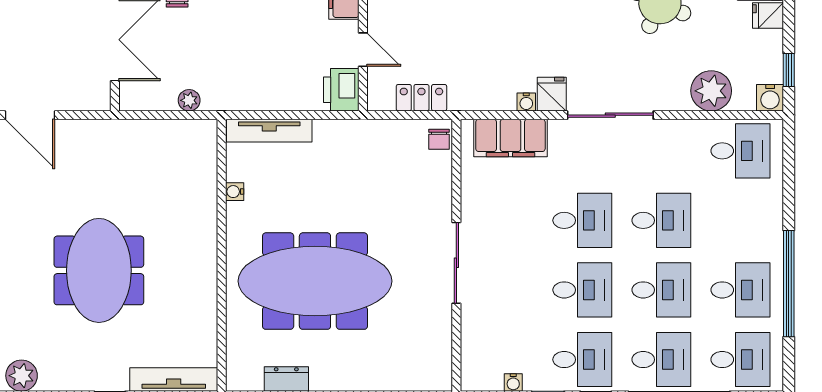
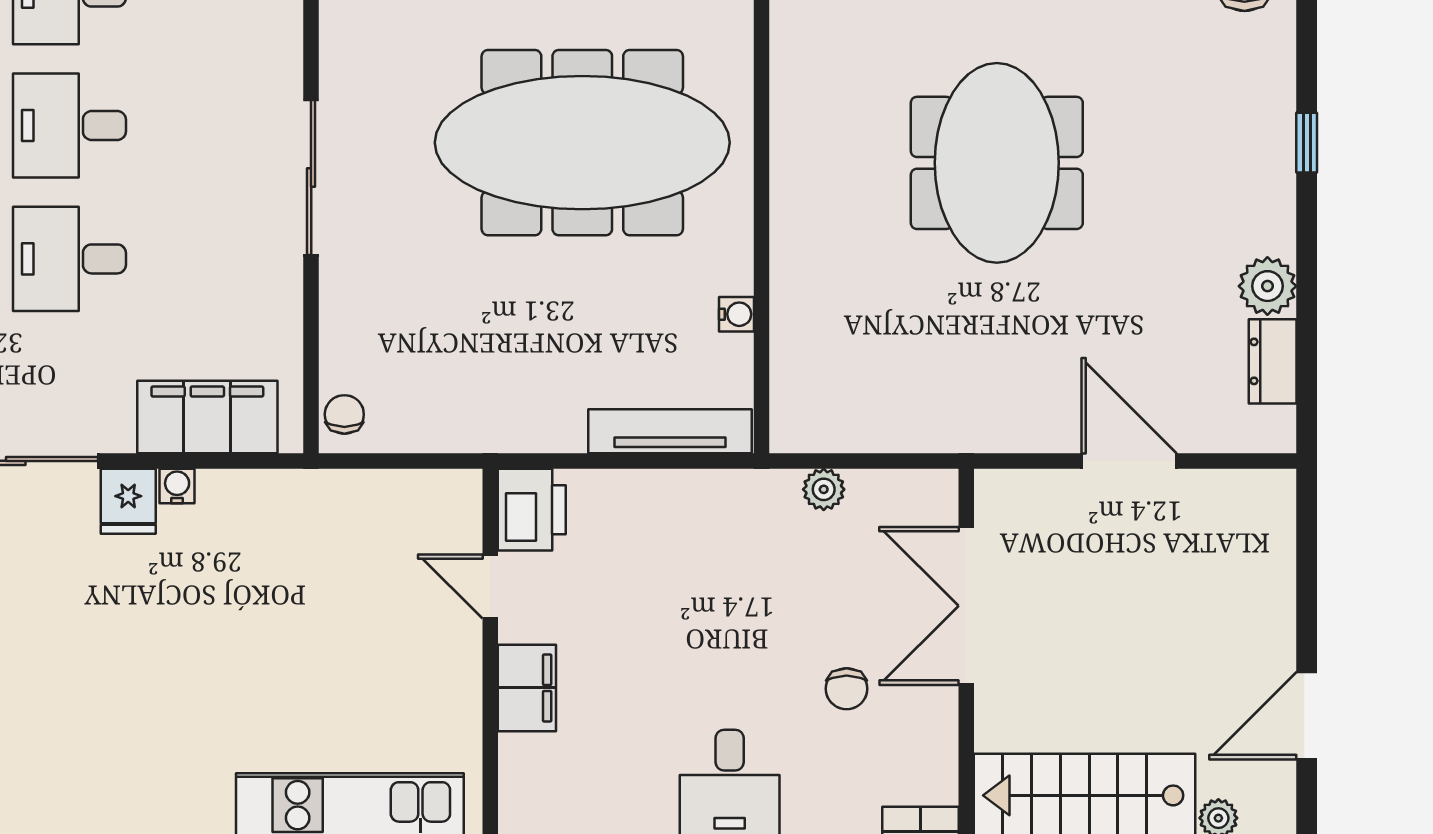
locker: (421, 98) -> (378, 494), removed

